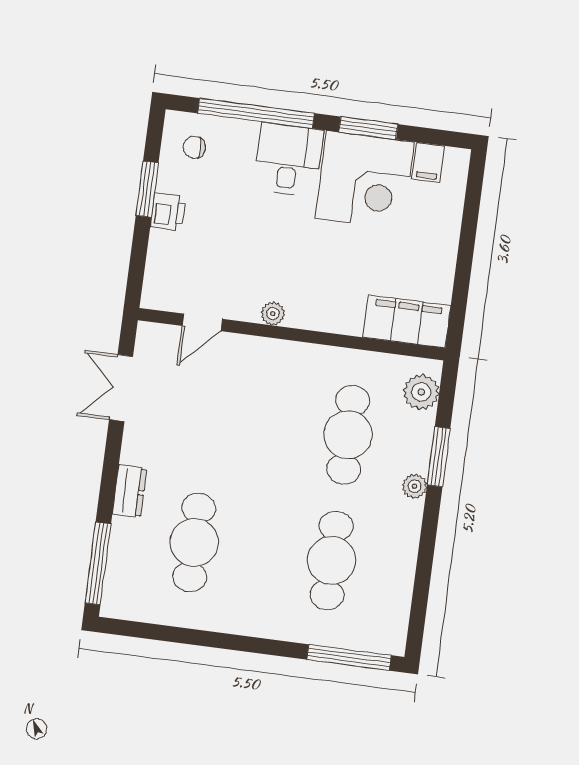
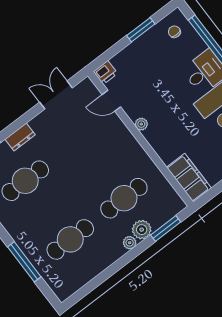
printer: (168, 212) -> (105, 73), moved
plant: (421, 392) -> (142, 230), moved
window: (439, 457) -> (166, 229), moved
window: (349, 657) -> (24, 262), moved

